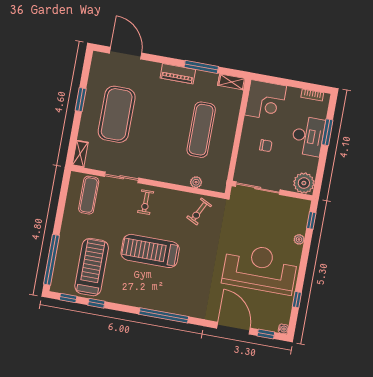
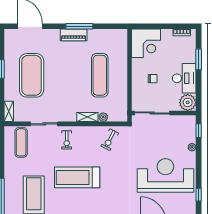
window: (201, 67) -> (79, 26), moved
shelving: (232, 82) -> (87, 117), moved
desk: (308, 136) -> (184, 78), moved

